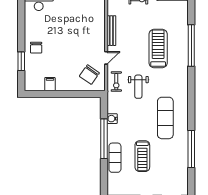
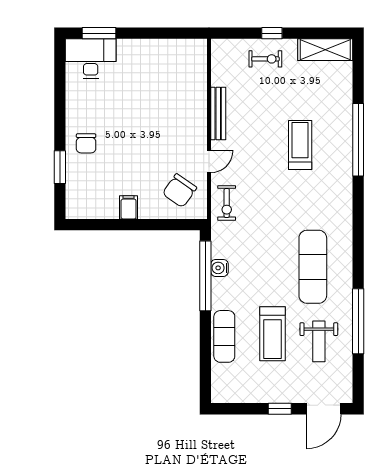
treadmill: (158, 49) -> (300, 145), width x0.73, depth x0.73
filing cabinet: (50, 84) -> (129, 207), moved
weight bench: (138, 87) -> (319, 341), moved
window: (104, 139) -> (205, 276), moved

